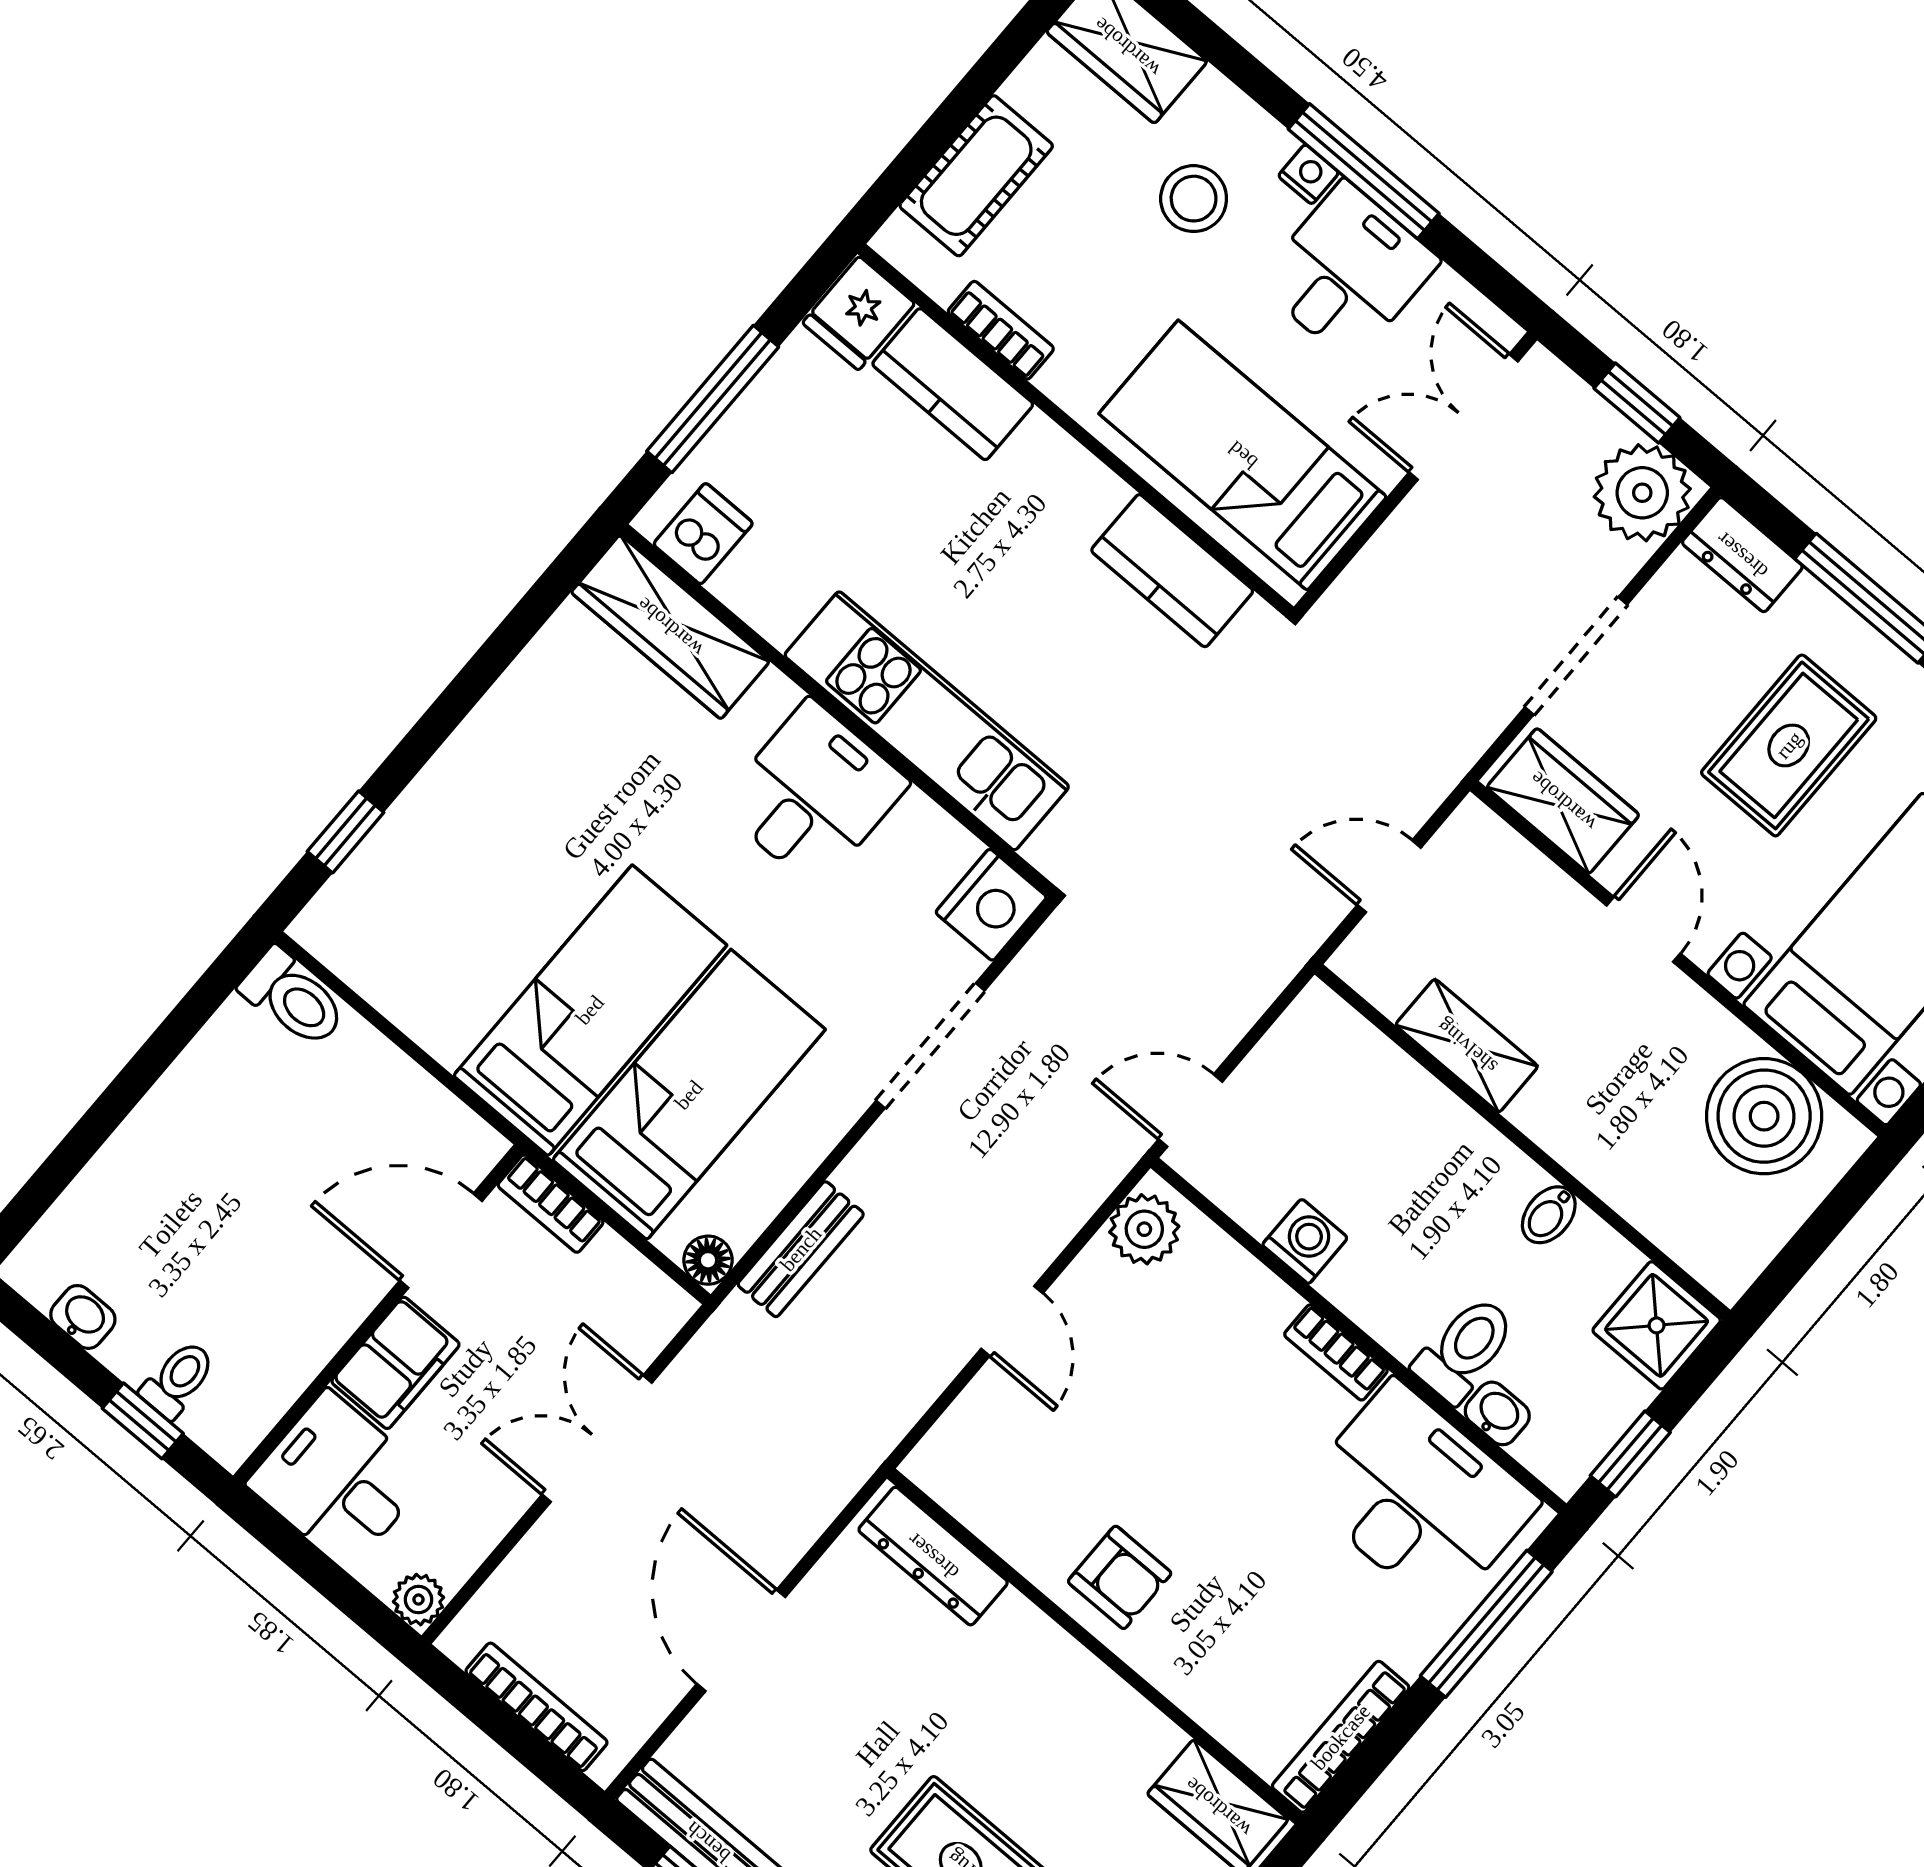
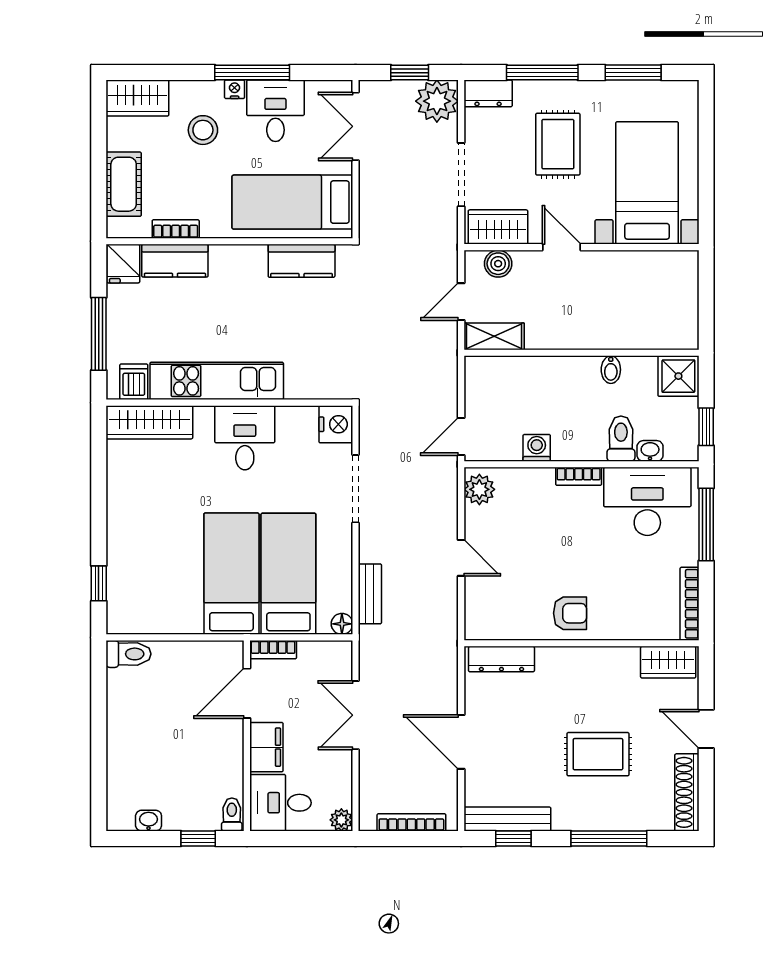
kitchen unit: (927, 721) -> (217, 381), moved
shelving: (1467, 1046) -> (494, 336), moved
boiler: (1764, 1116) -> (498, 264), moved, width x0.54, depth x0.54
toilet: (178, 1379) -> (232, 814), moved

